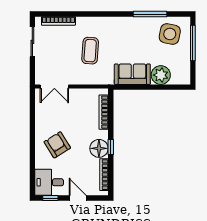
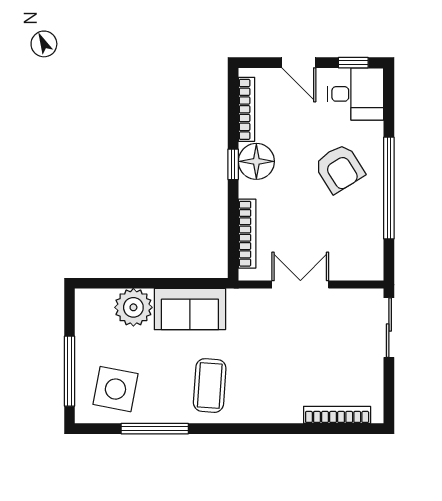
sliding door: (32, 42) -> (389, 328), moved
coffee table: (90, 51) -> (210, 386), moved
double door: (54, 86) -> (300, 285), moved
window: (32, 135) -> (389, 188), added

